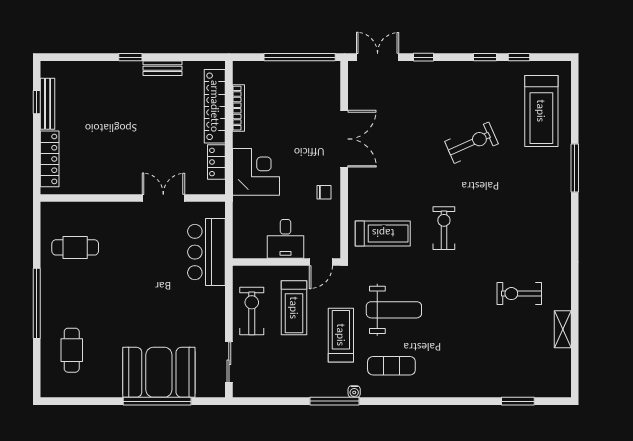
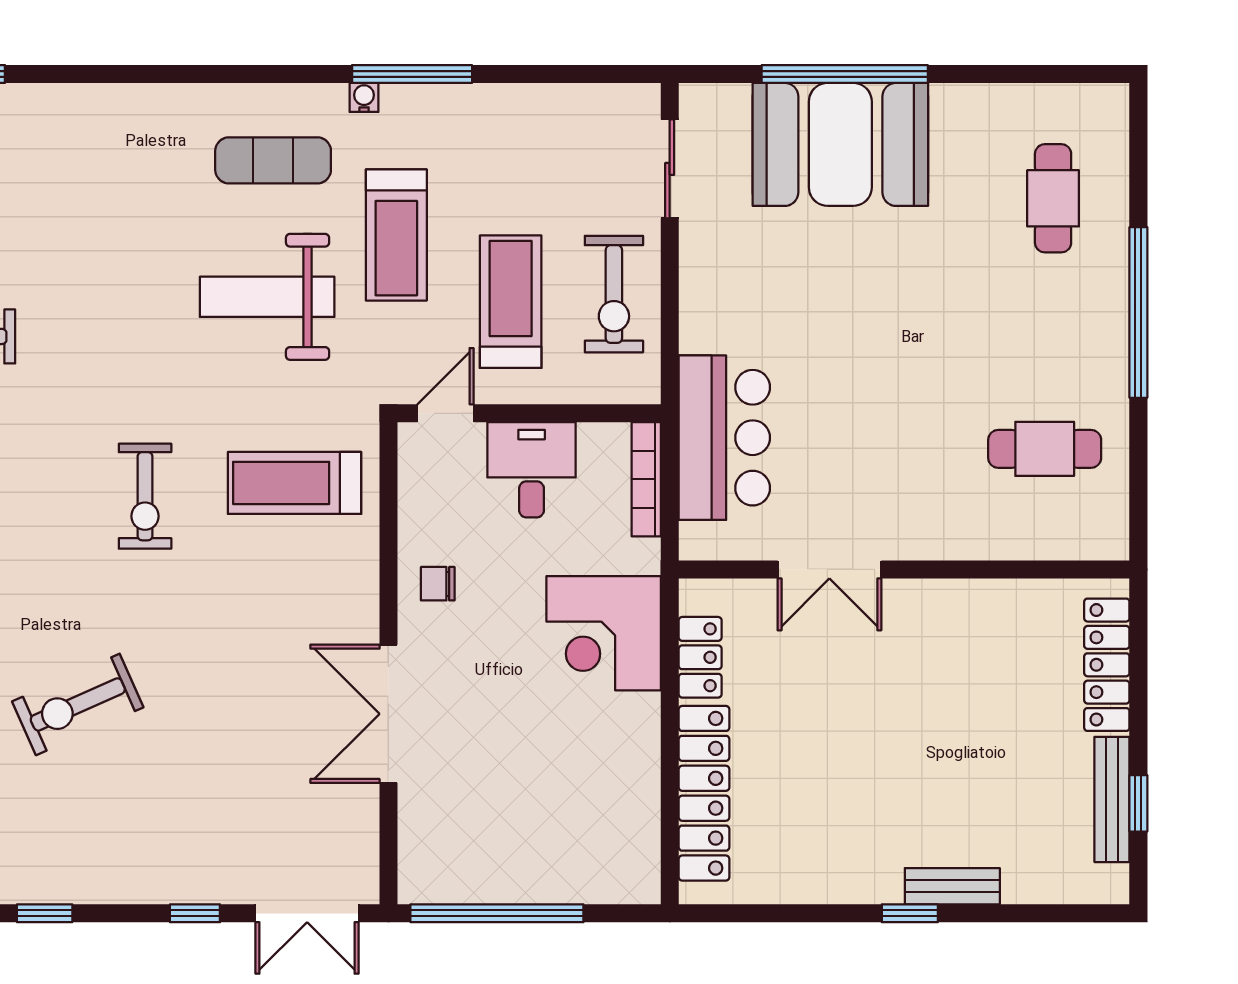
bench: (162, 68) -> (952, 886), moved
bookcase: (239, 108) -> (646, 479), moved

